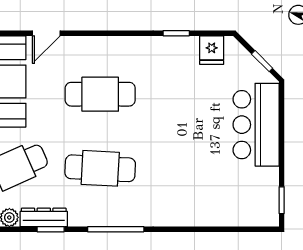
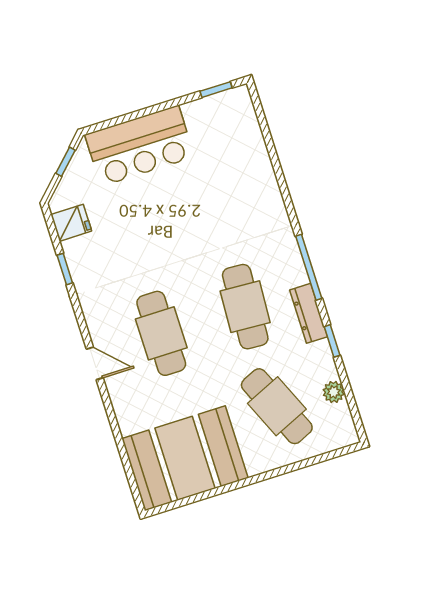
door: (46, 33) -> (95, 363), moved
dresser: (44, 217) -> (309, 313), moved

